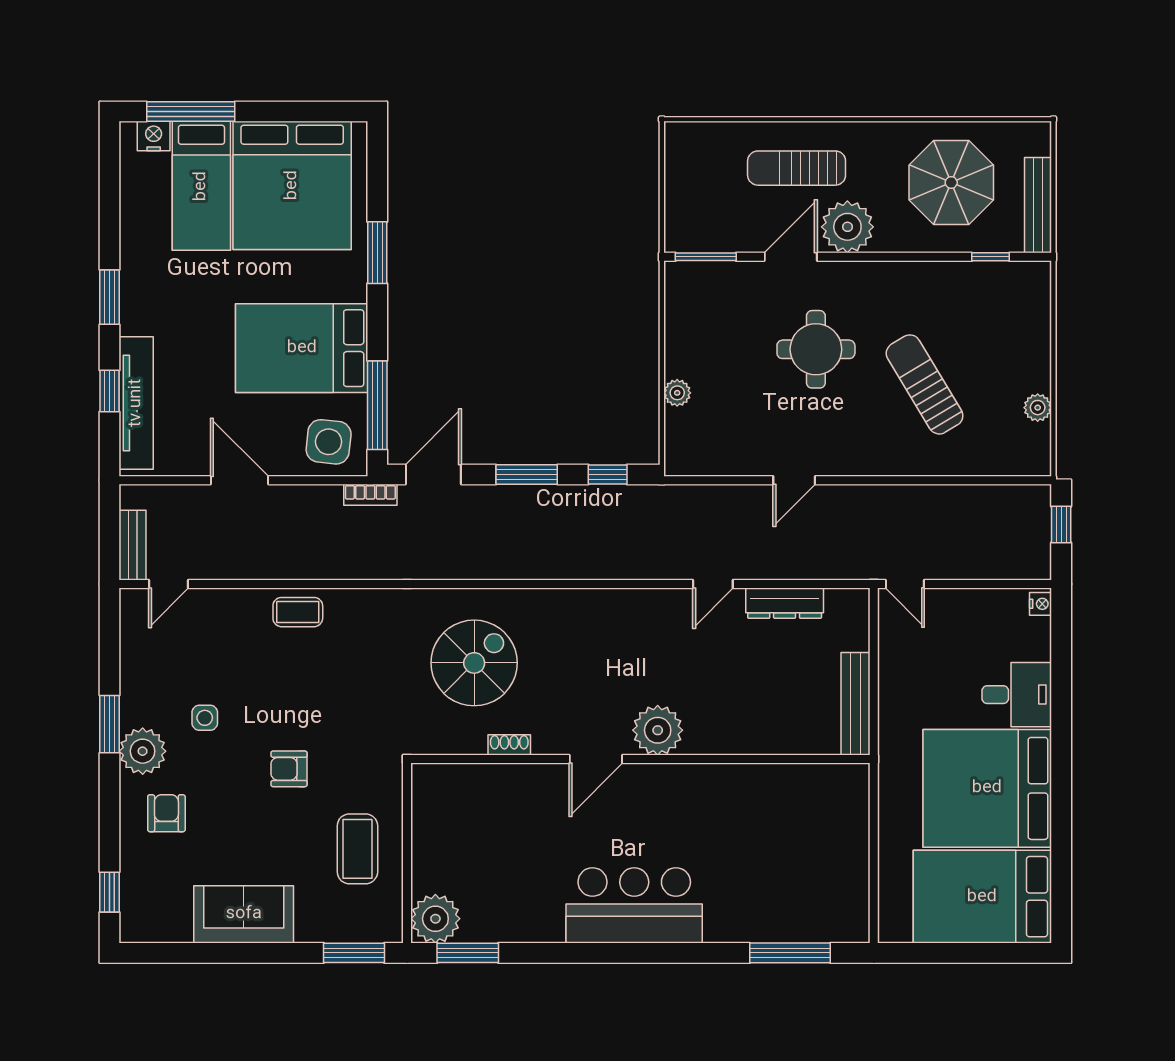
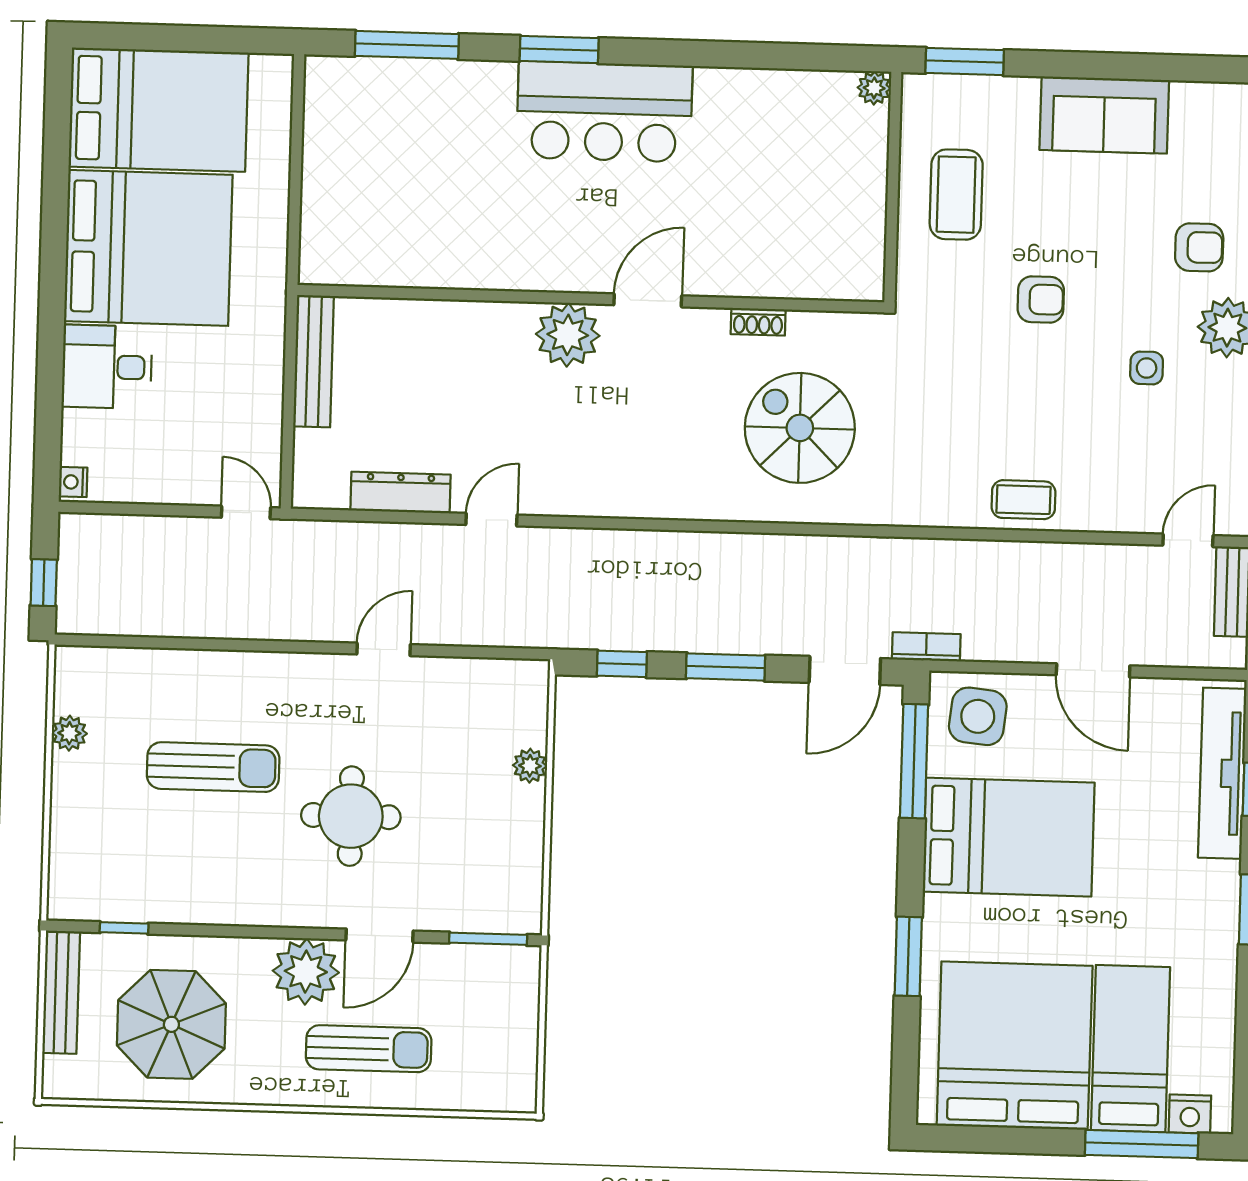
sun lounger: (925, 384) -> (213, 767), turned -59
spiral stairs: (474, 663) -> (800, 428), turned 90
armchair: (166, 813) -> (1199, 247), turned -90
plant: (435, 919) -> (874, 88), width x0.53, depth x0.53
window: (468, 953) -> (559, 49), moved

